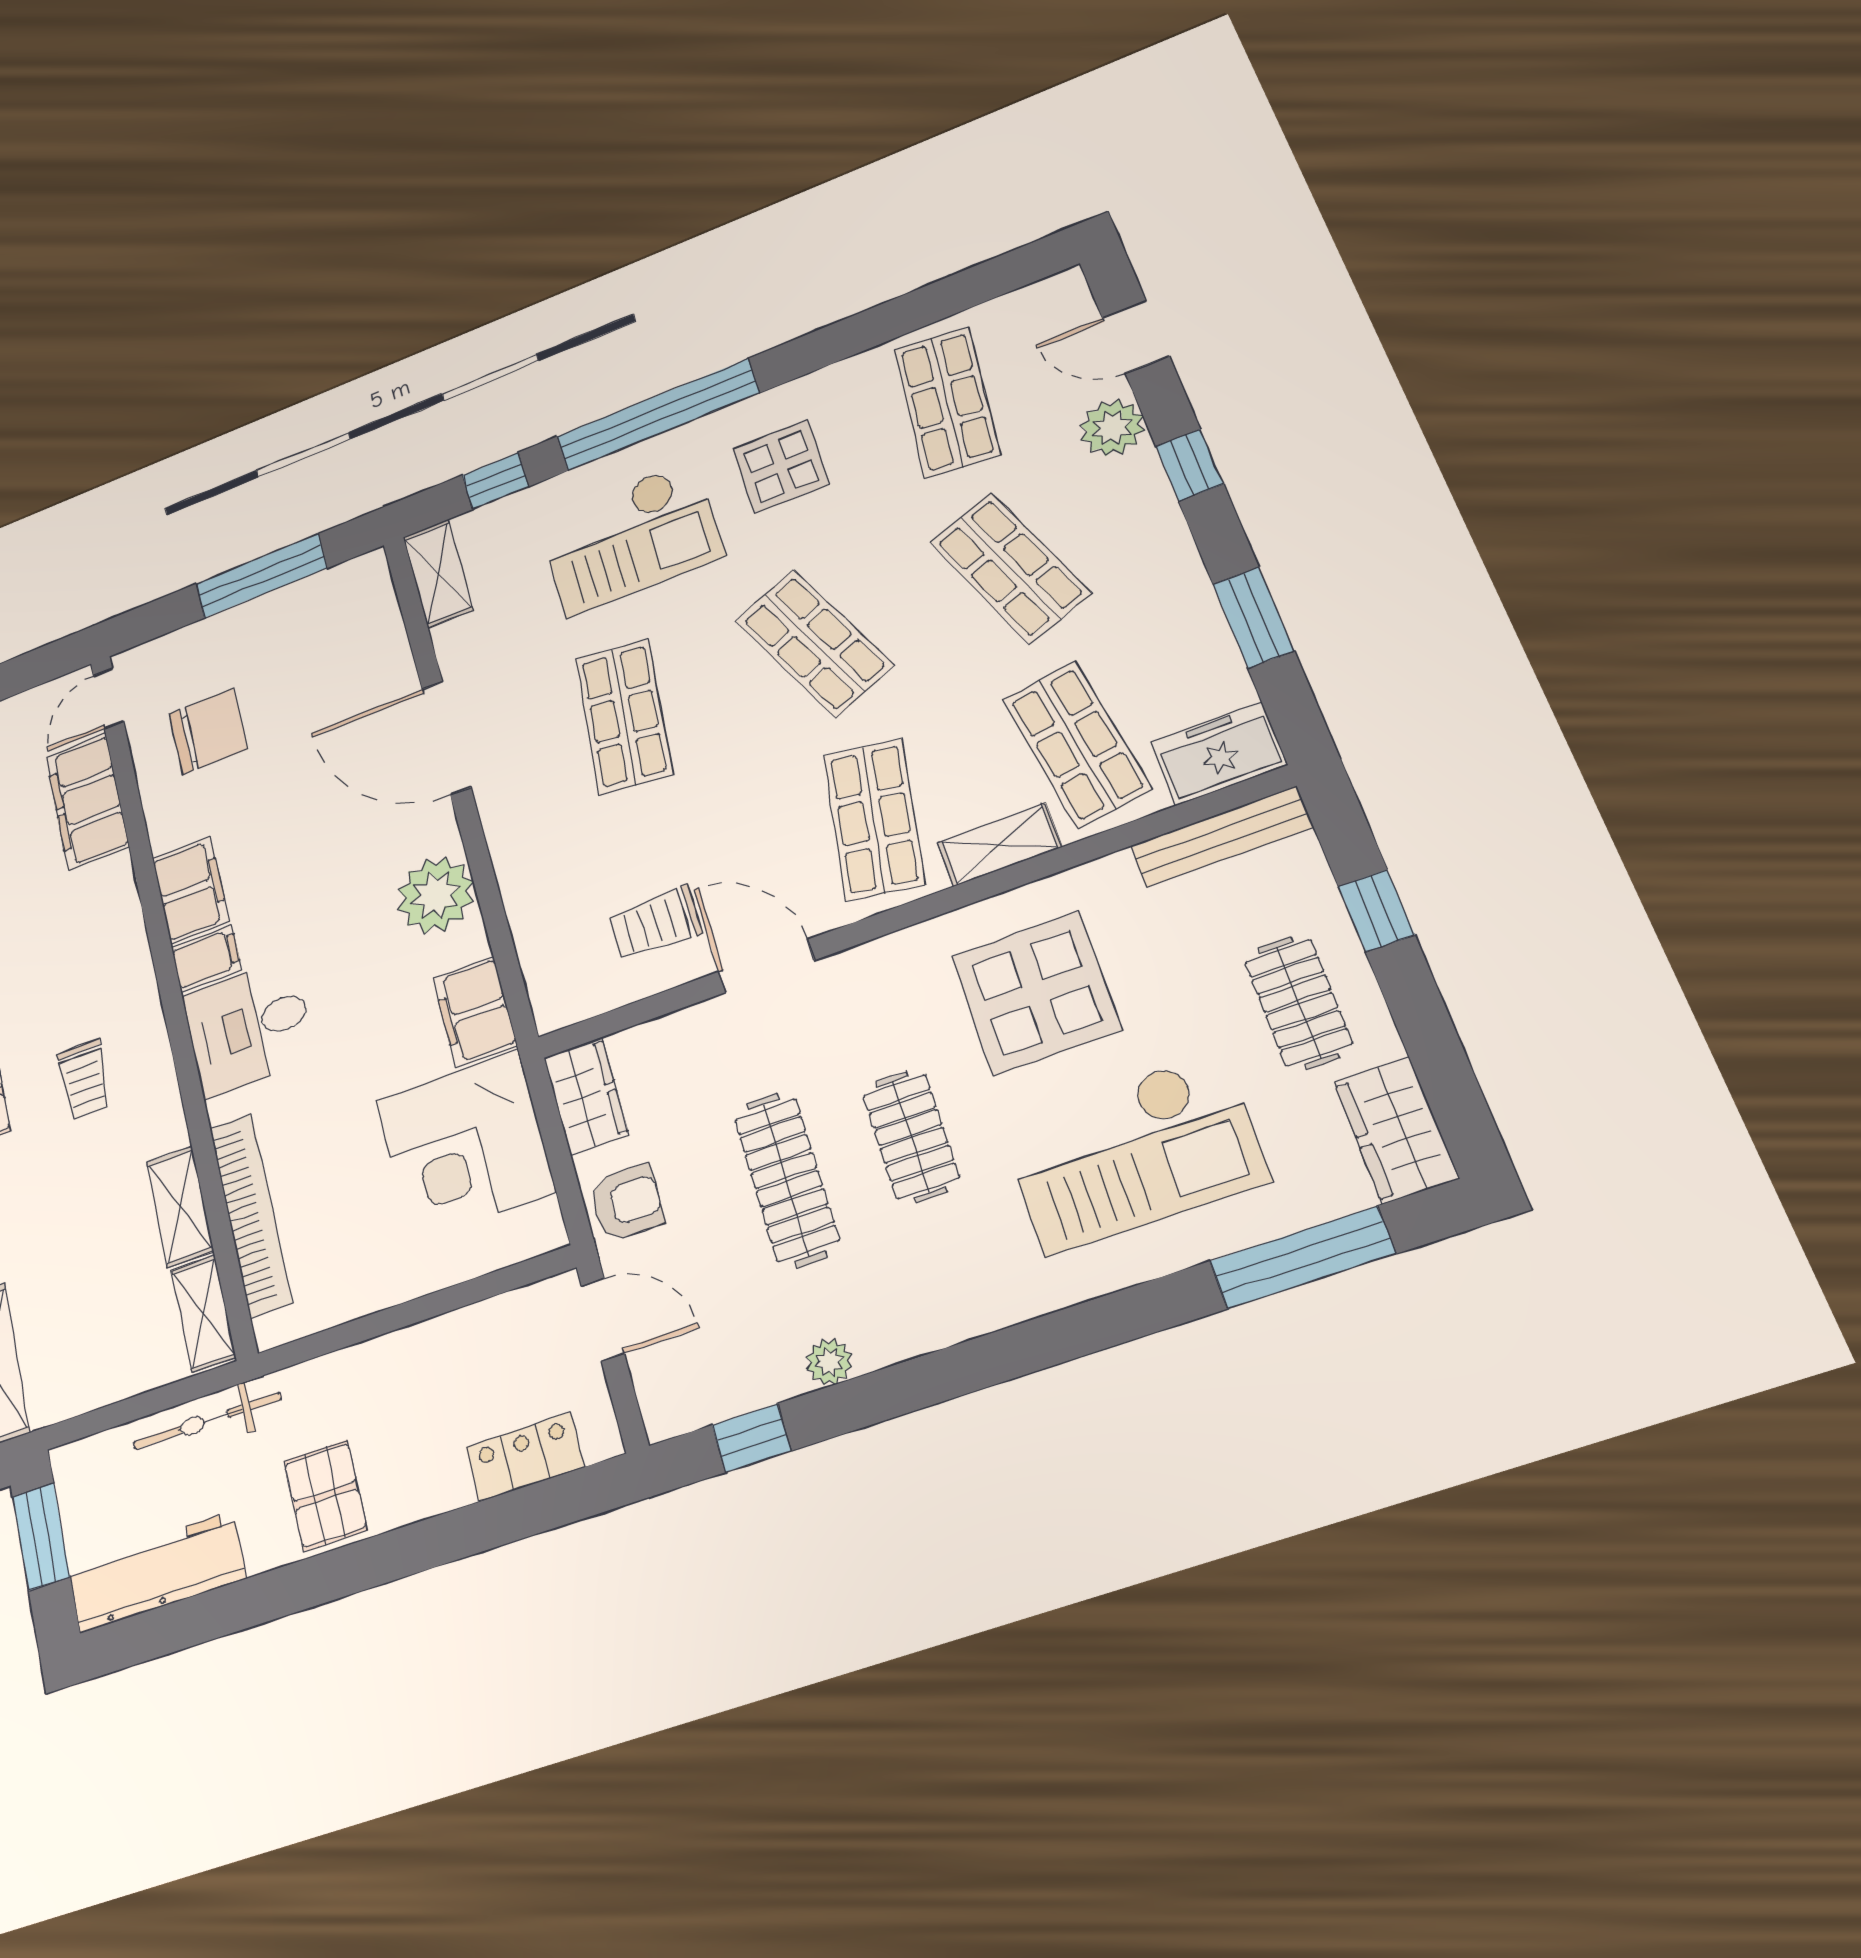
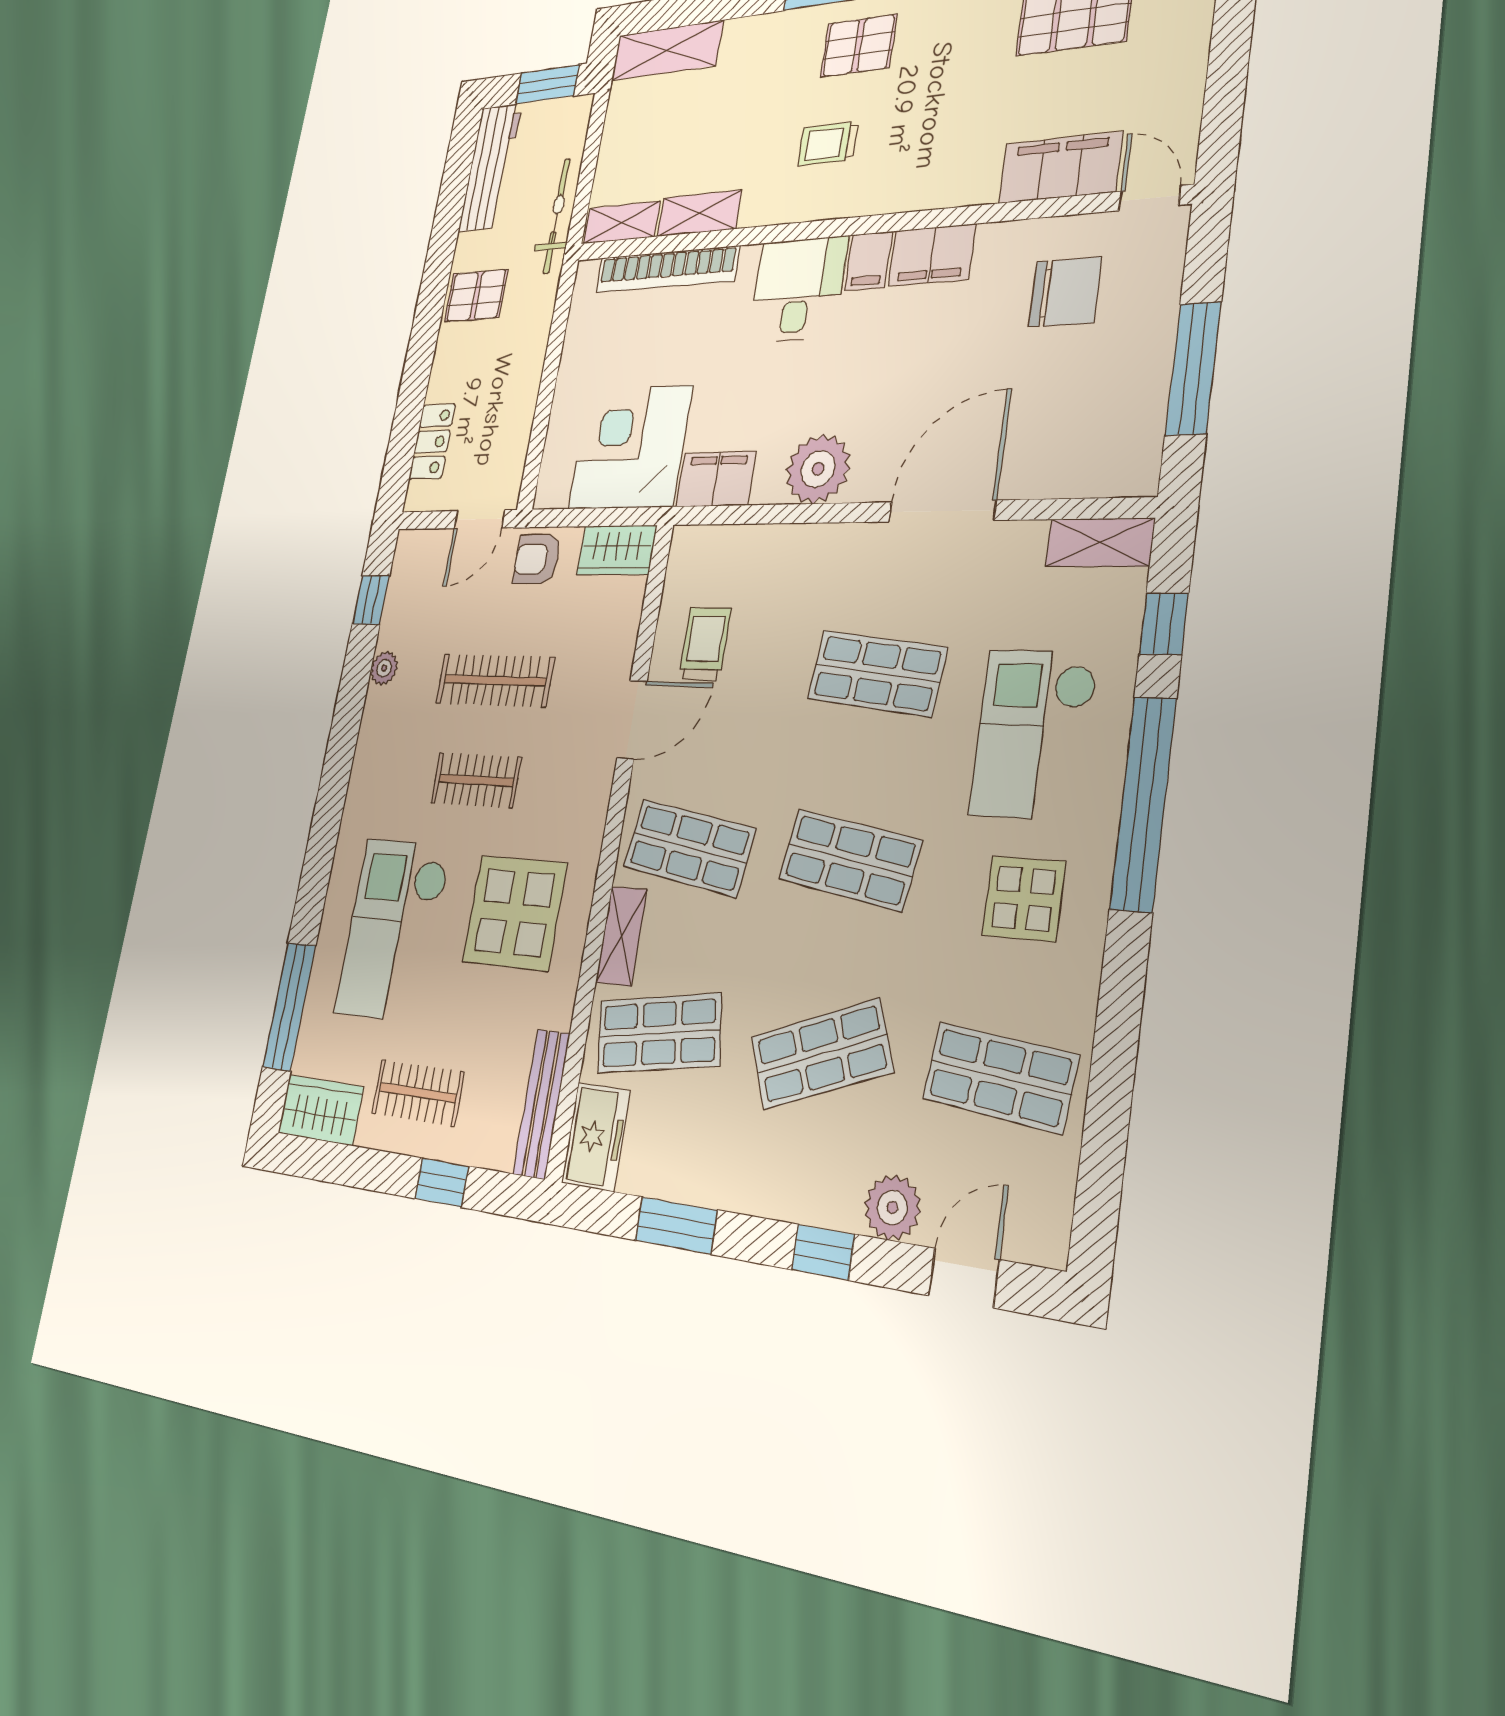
shop shelf: (814, 643) -> (850, 860), turned 33
chair: (209, 731) -> (1065, 292), turned -90
armchair: (627, 1203) -> (537, 559), turned 90

